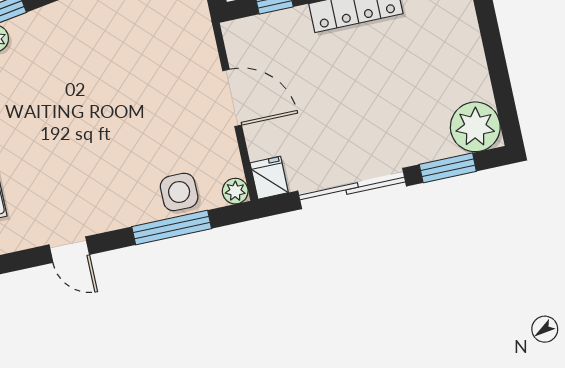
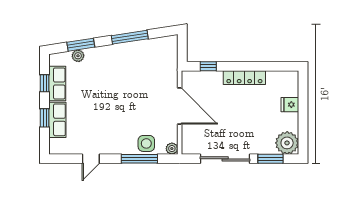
door: (232, 98) -> (180, 106), width x1.36
fridge: (269, 178) -> (290, 105), moved, turned -90
door: (69, 250) -> (91, 159), hinge flipped

